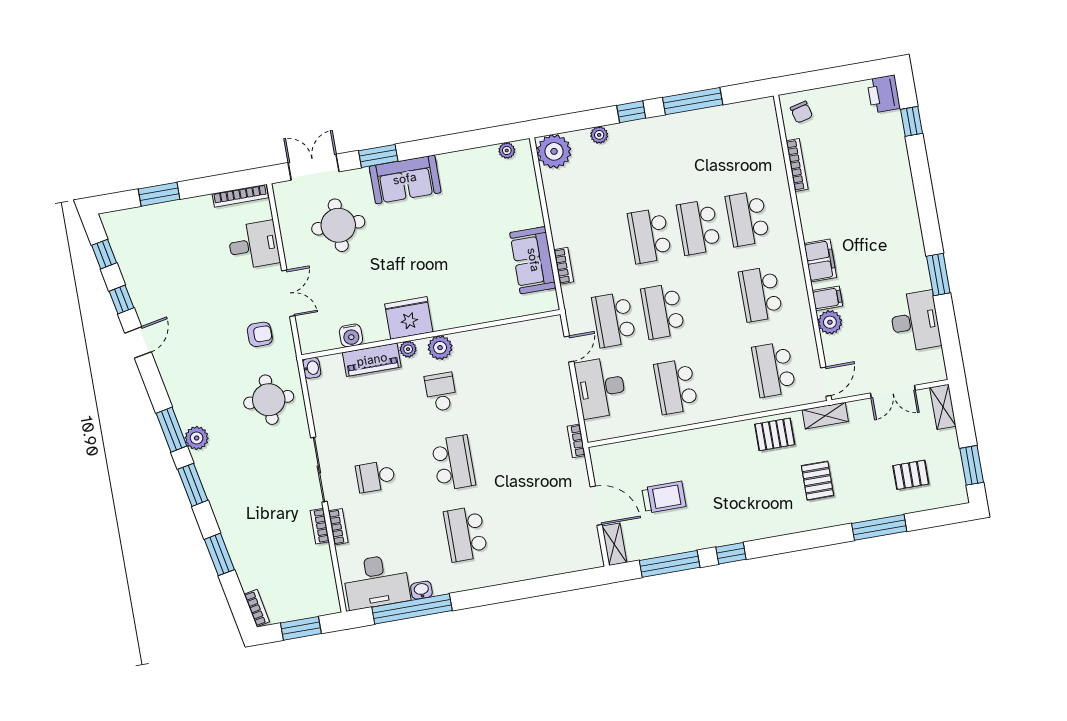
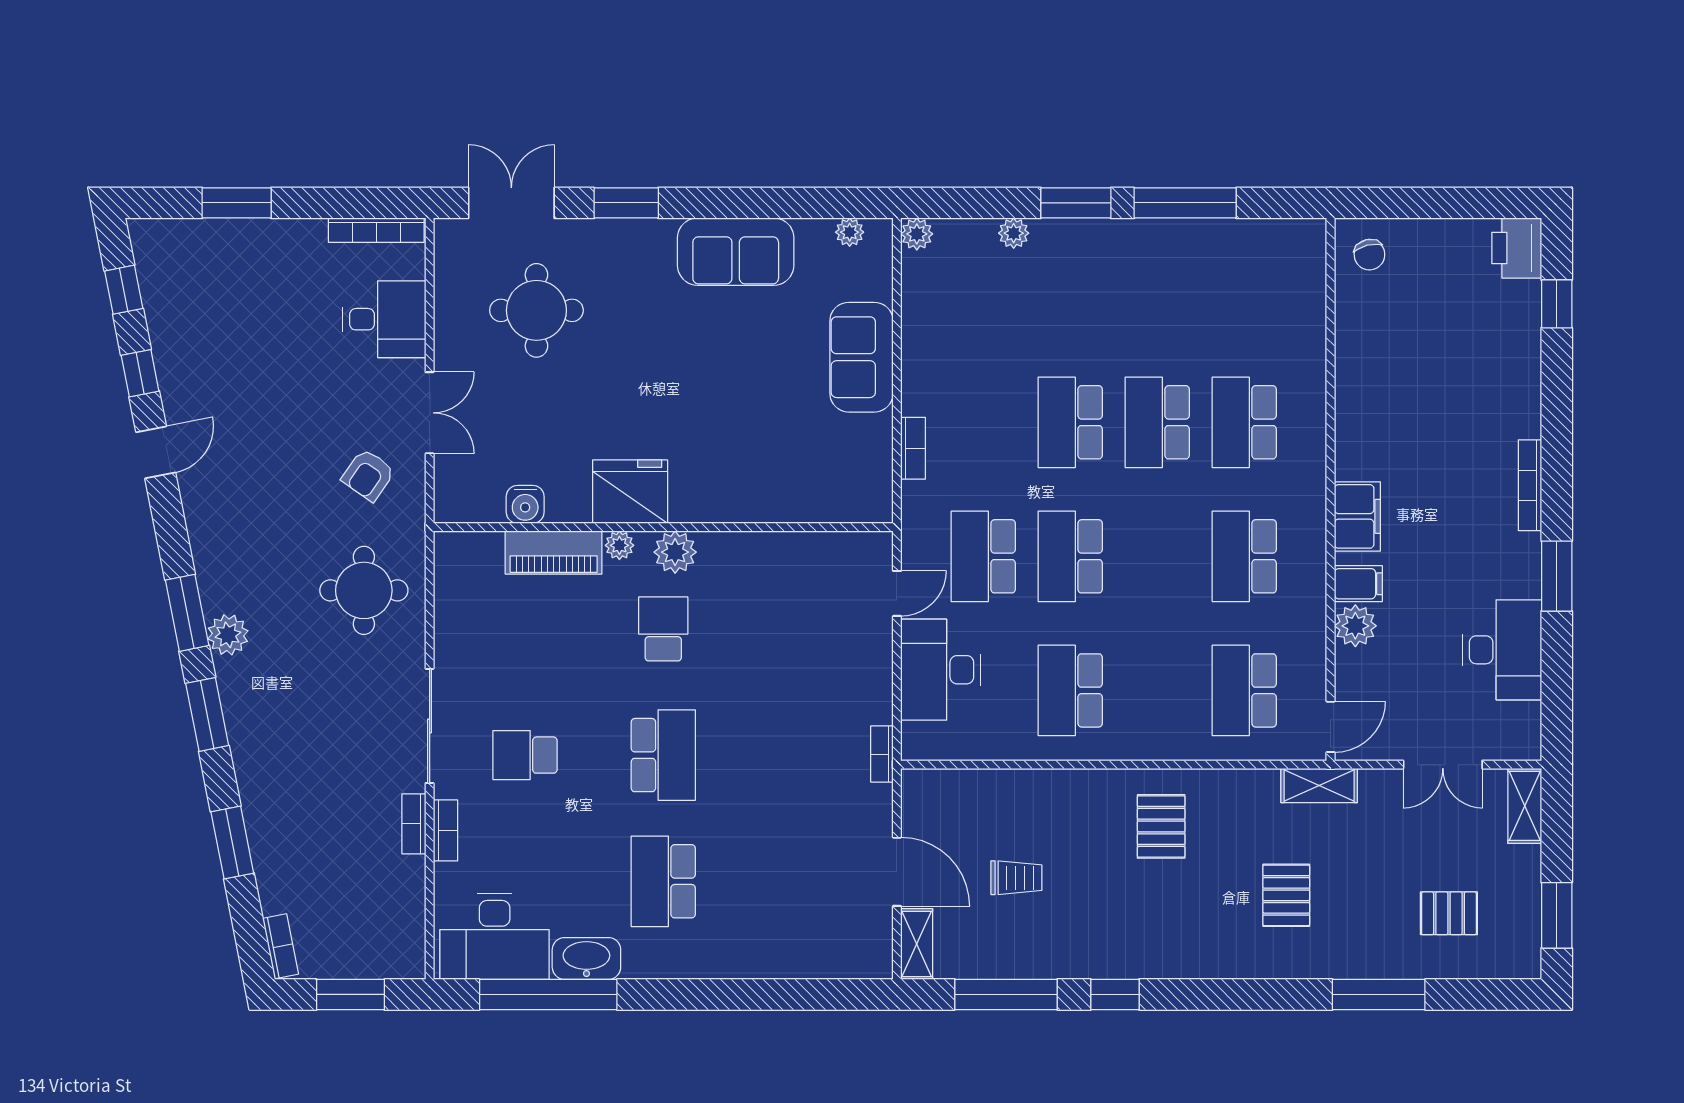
window: (631, 112) -> (1076, 203), width x1.50
plant: (554, 151) -> (917, 234), width x0.53, depth x0.53
bookcase: (797, 165) -> (1530, 485), moved, turned 180
sofa: (405, 179) -> (736, 252), moved
sofa: (533, 260) -> (861, 357), moved
armchair: (260, 334) -> (368, 475), turned 125
washbasin: (312, 368) -> (448, 549), removed
pallet: (775, 434) -> (1161, 826), moved, turned 90
trolley: (664, 497) -> (1016, 878), width x0.73, depth x0.72
washbasin: (421, 590) -> (586, 958), width x1.91, depth x1.45

